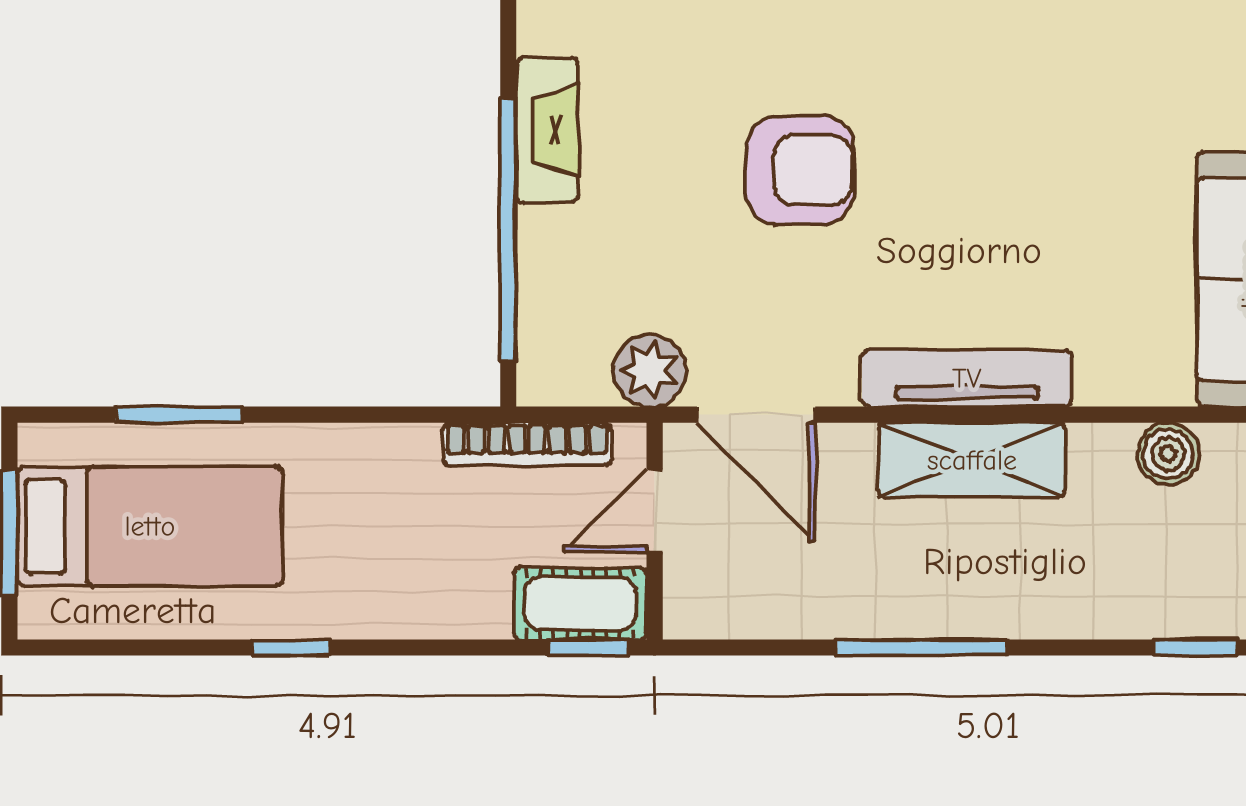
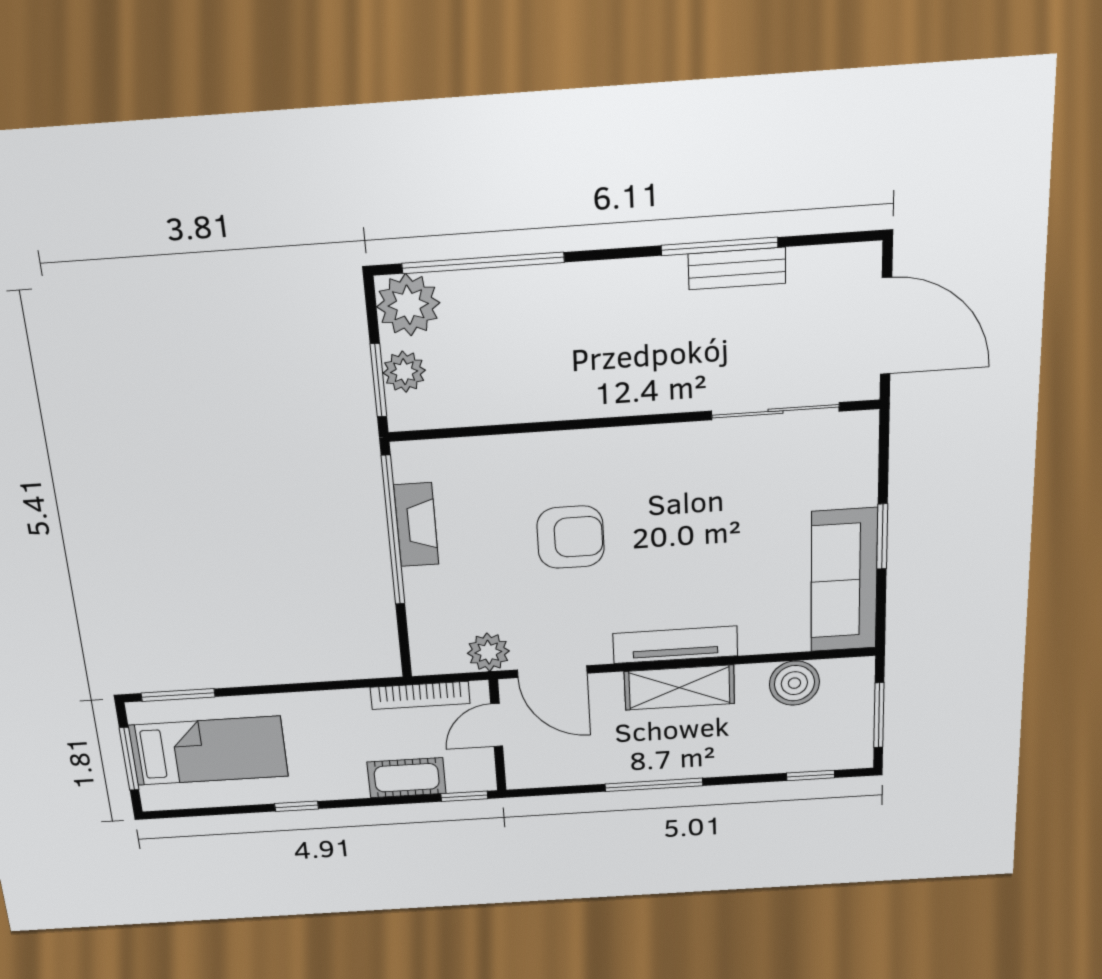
window: (508, 230) -> (393, 531), moved
window: (179, 415) -> (178, 695), moved
boiler: (1168, 454) -> (794, 683), width x1.36, depth x1.36
cot: (580, 603) -> (407, 778), moved

